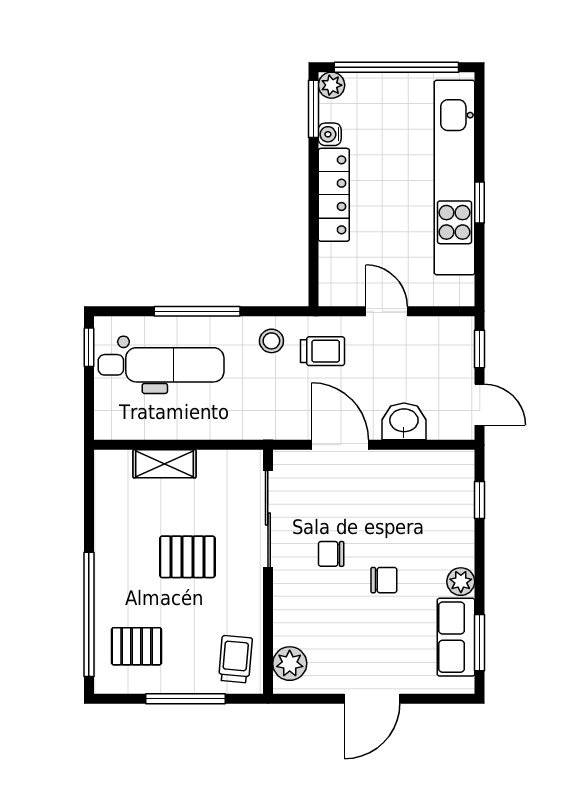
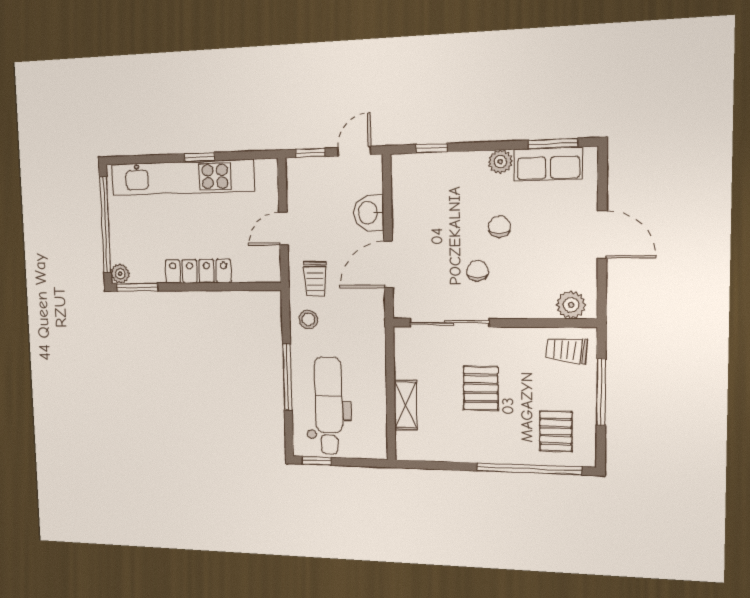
water cooler: (330, 134) -> (155, 275), removed
trolley: (323, 351) -> (315, 279), turned 180
chair: (331, 554) -> (478, 271), turned 180

